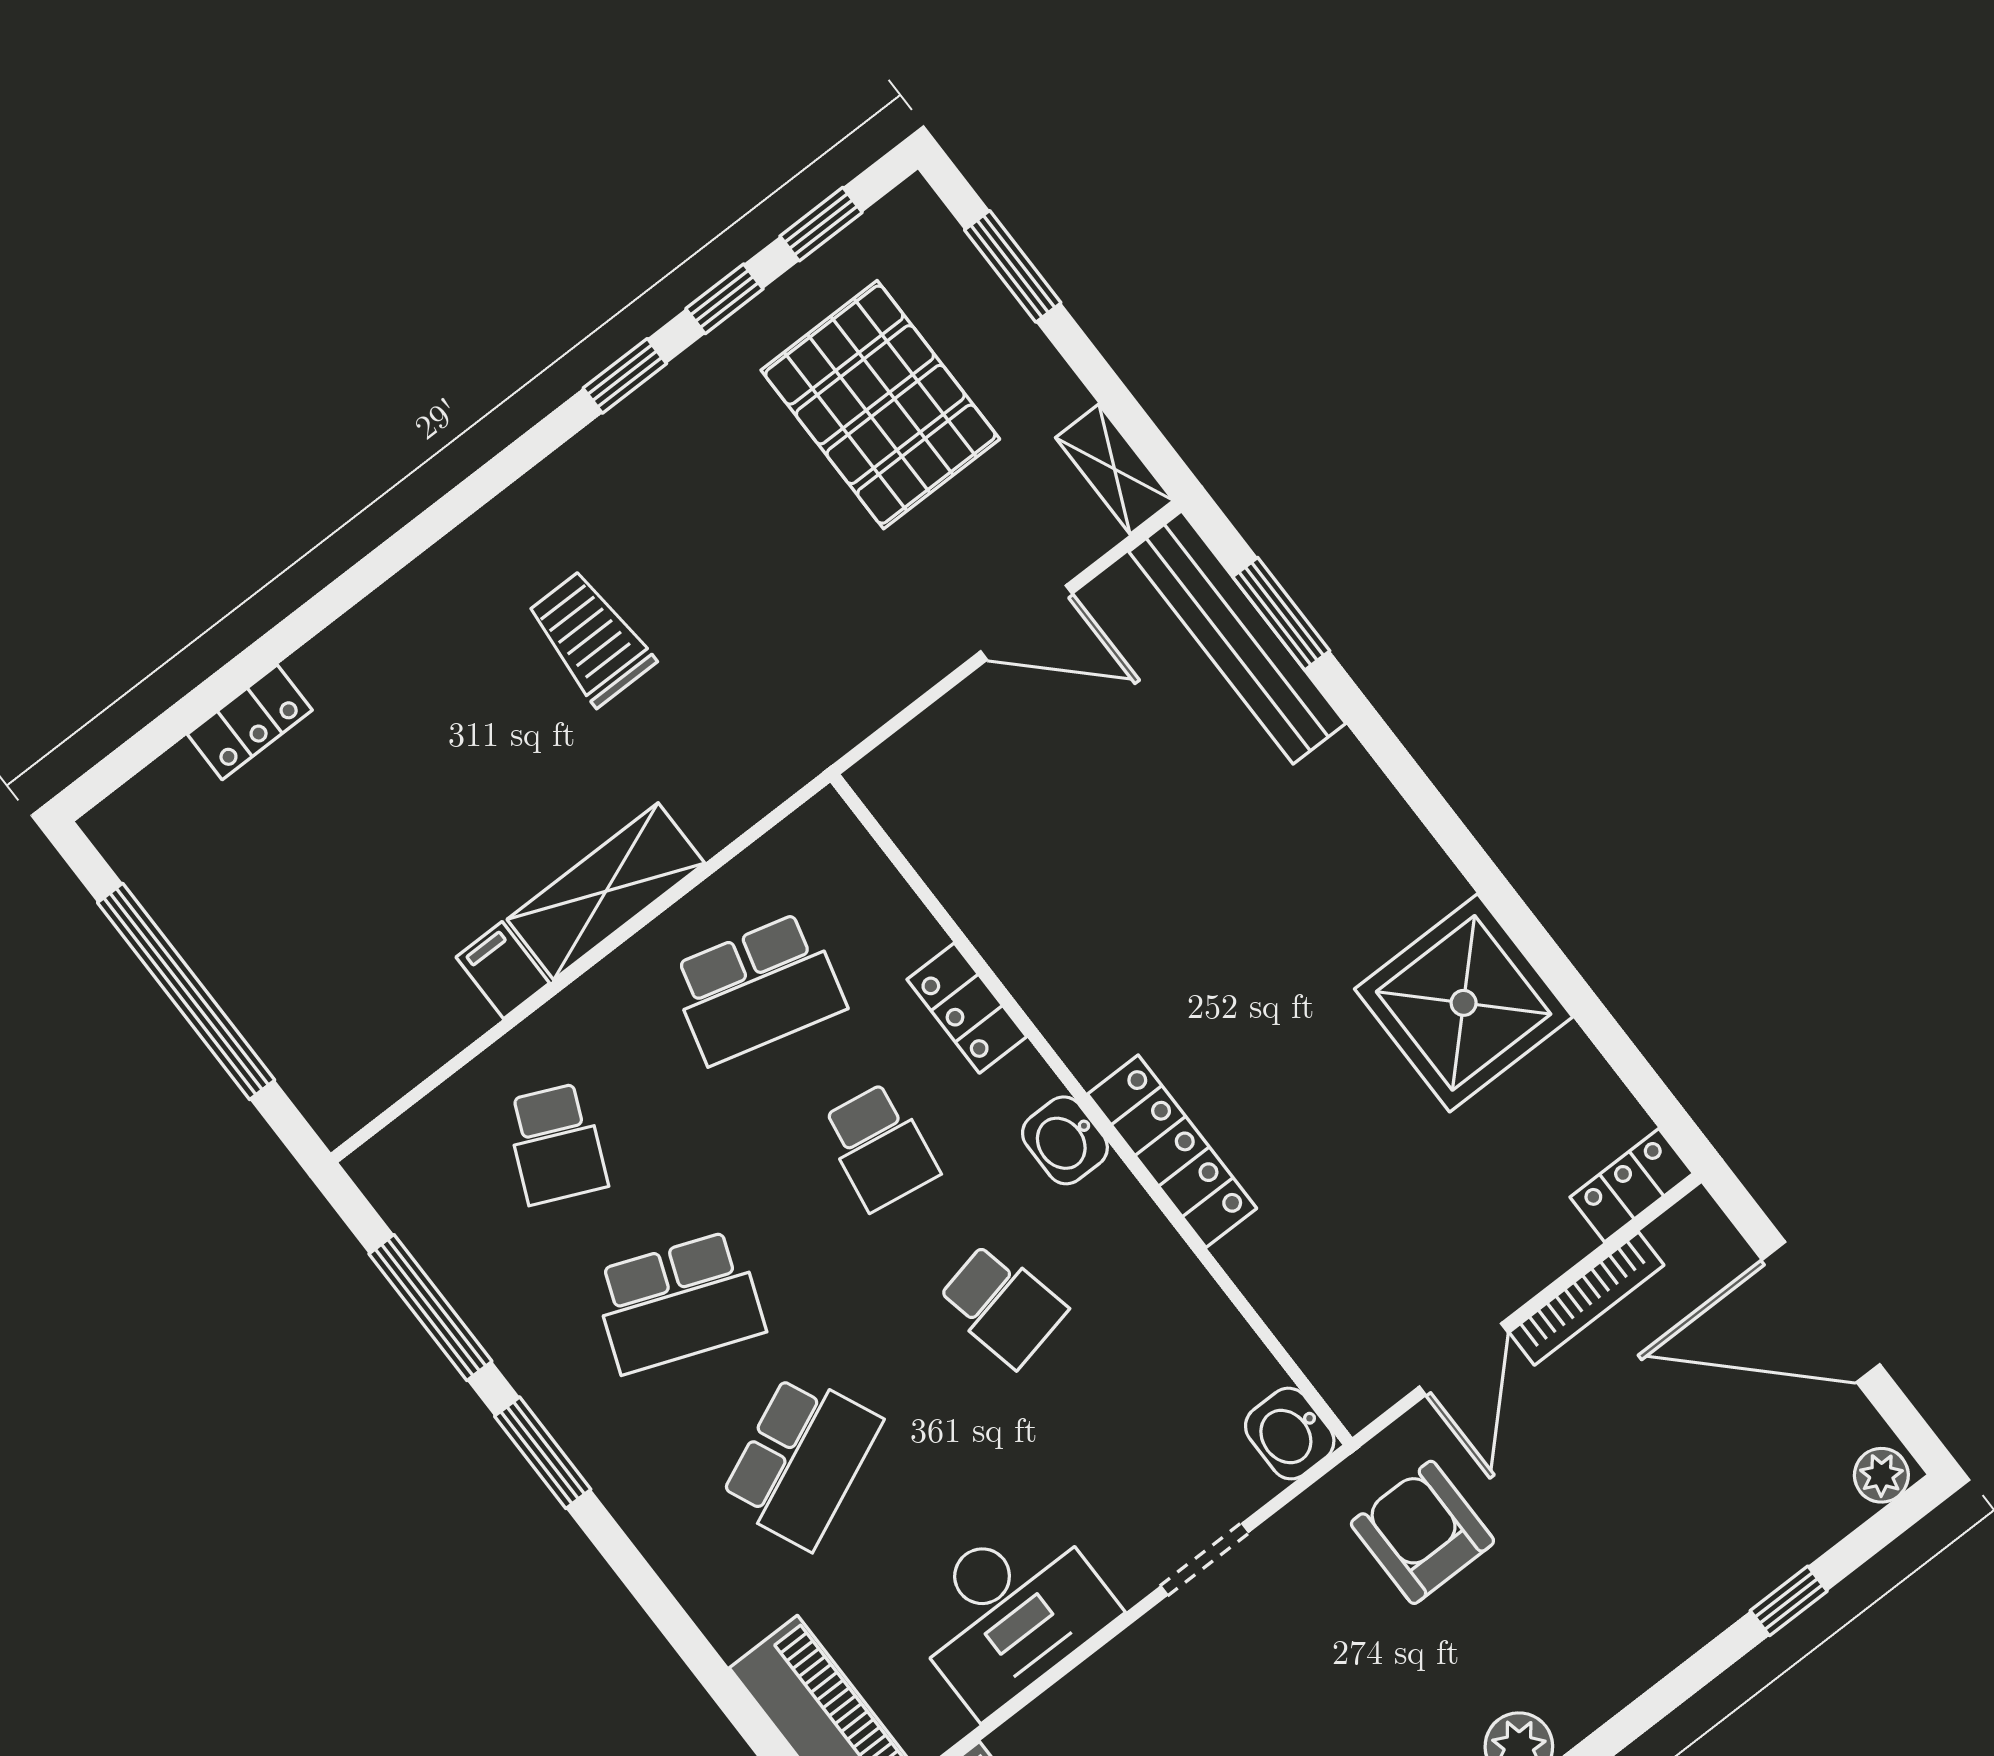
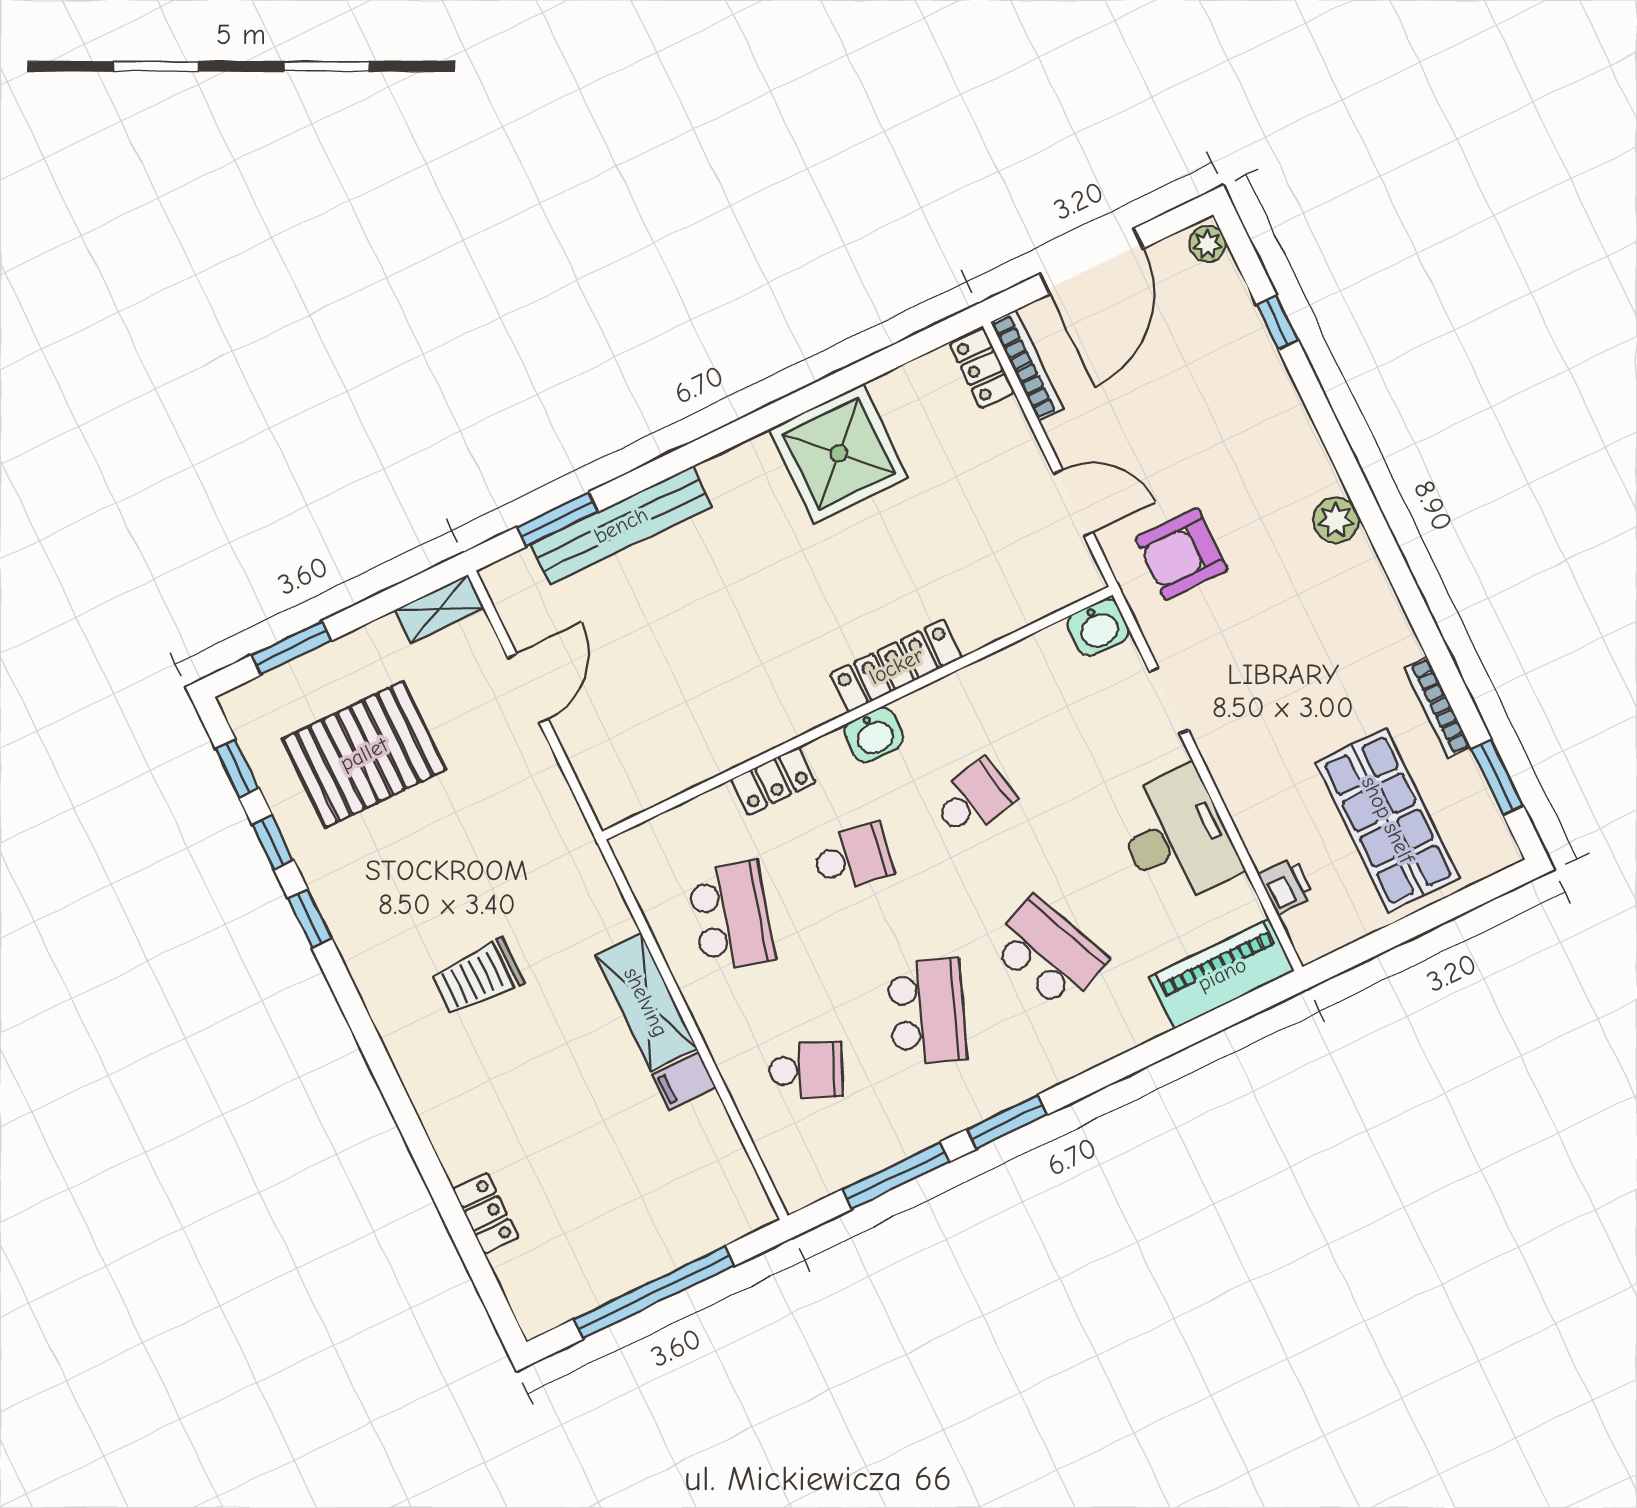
bench: (1237, 637) -> (621, 525), moved
bookcase: (1586, 1299) -> (1027, 365), moved

